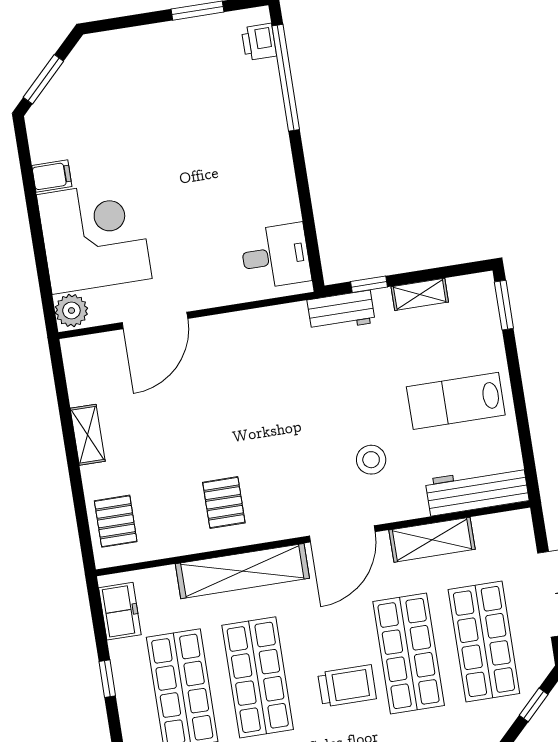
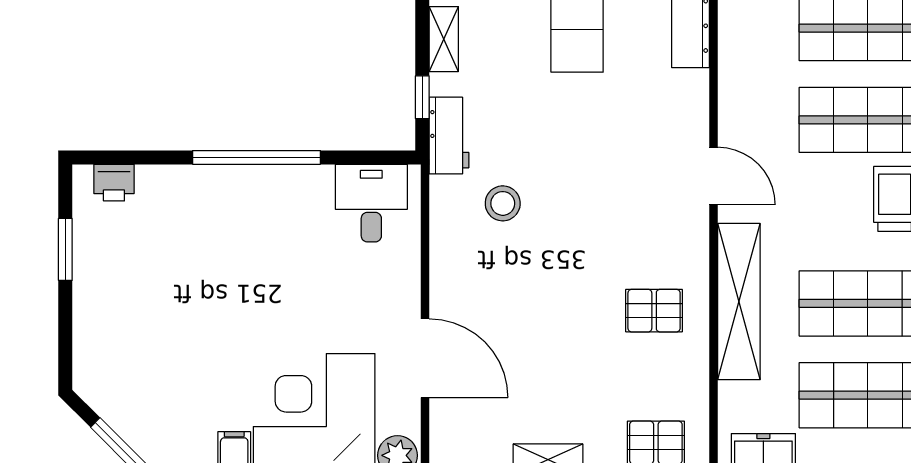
window: (286, 78) -> (257, 157), moved
stool: (371, 460) -> (503, 203), moved
door: (342, 534) -> (713, 176), width x0.73
shelving: (432, 540) -> (737, 71), removed

